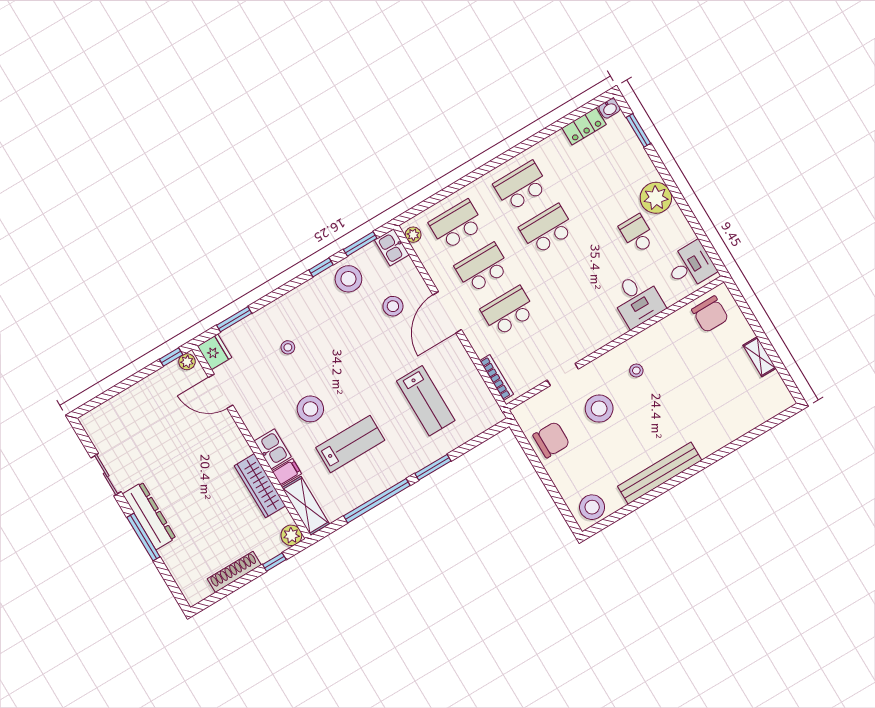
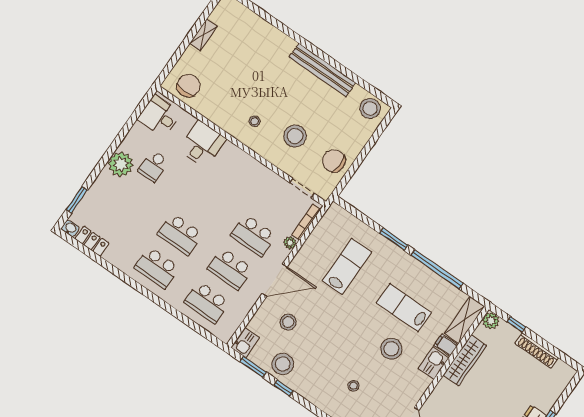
plant: (413, 235) -> (290, 243), moved
doorway: (563, 375) -> (302, 188), moved

